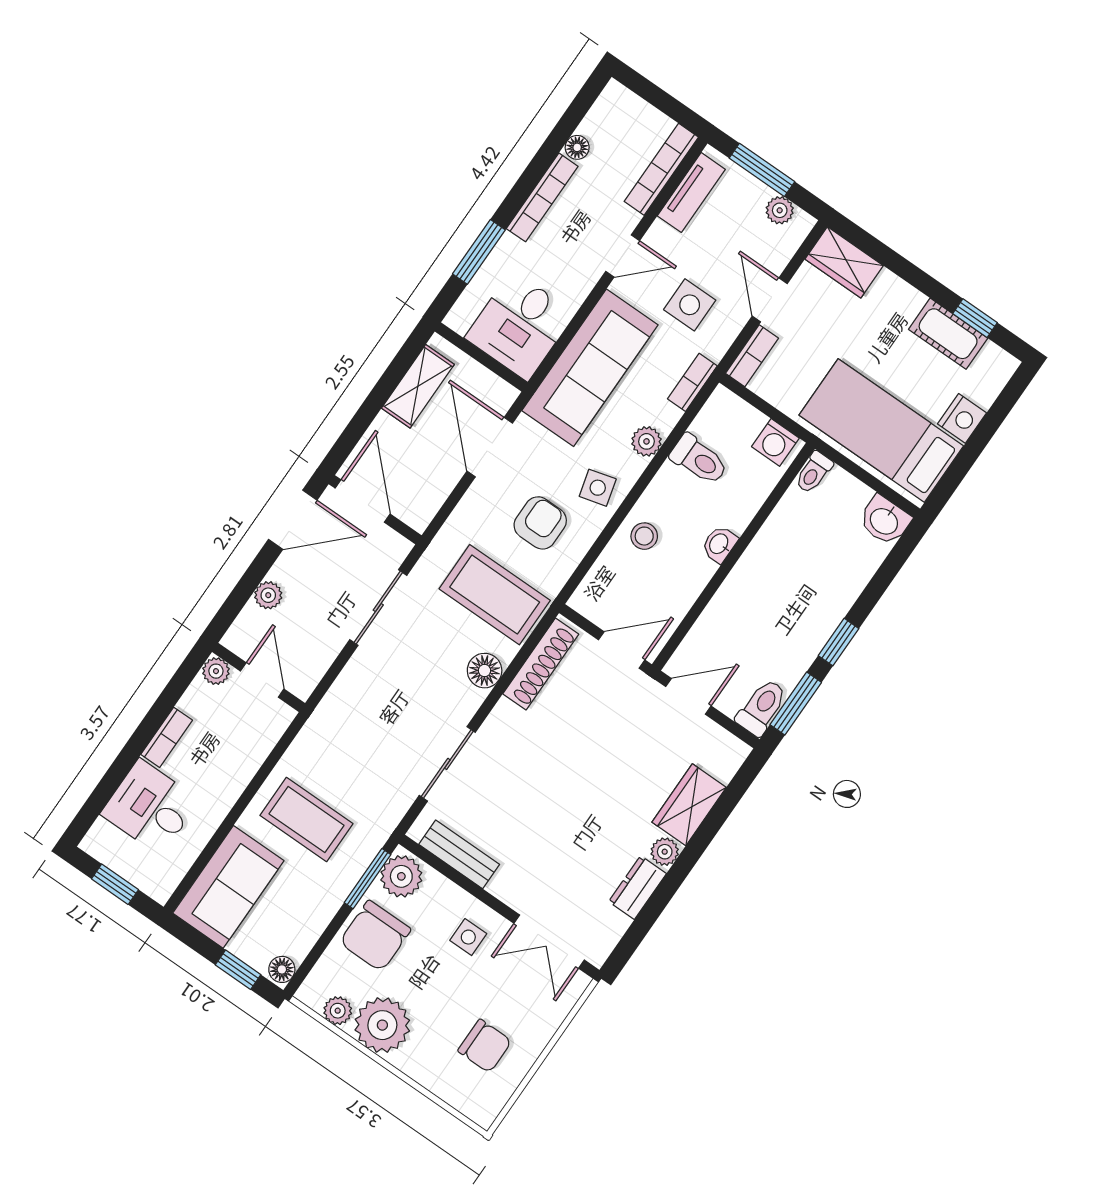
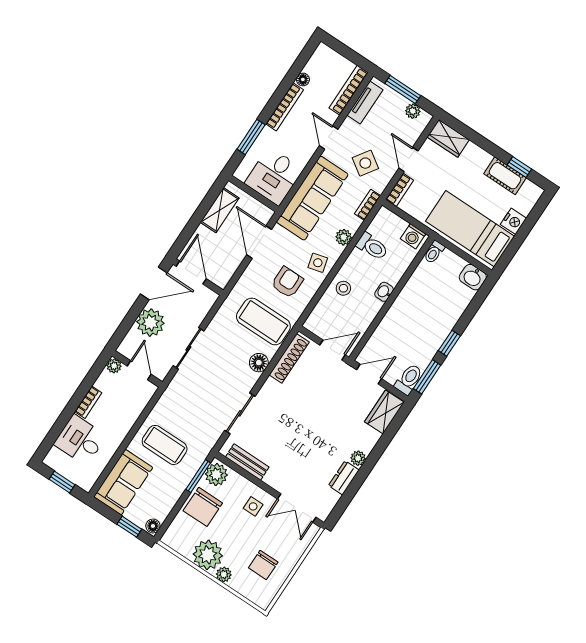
door: (623, 256) -> (329, 137), swing flipped
side table: (690, 305) -> (365, 163), turned 34
plant: (268, 595) -> (150, 323), width x1.88, depth x1.88
sliding door: (378, 607) -> (188, 348), moved
wardrobe: (689, 805) -> (384, 412), moved
plant: (338, 1011) -> (224, 574), moved
chair: (485, 1046) -> (263, 565), turned 90

